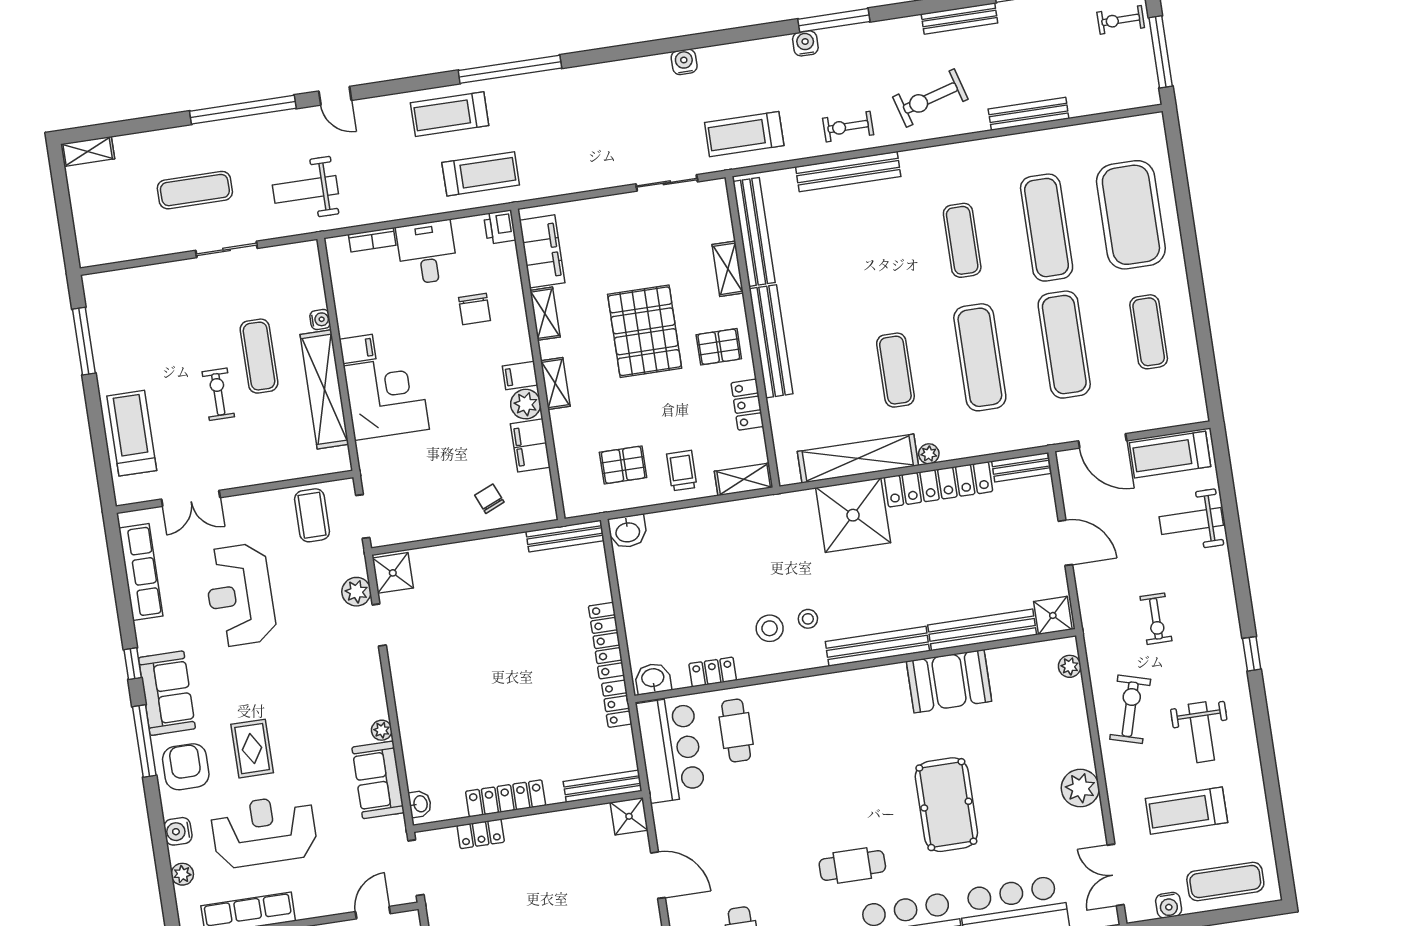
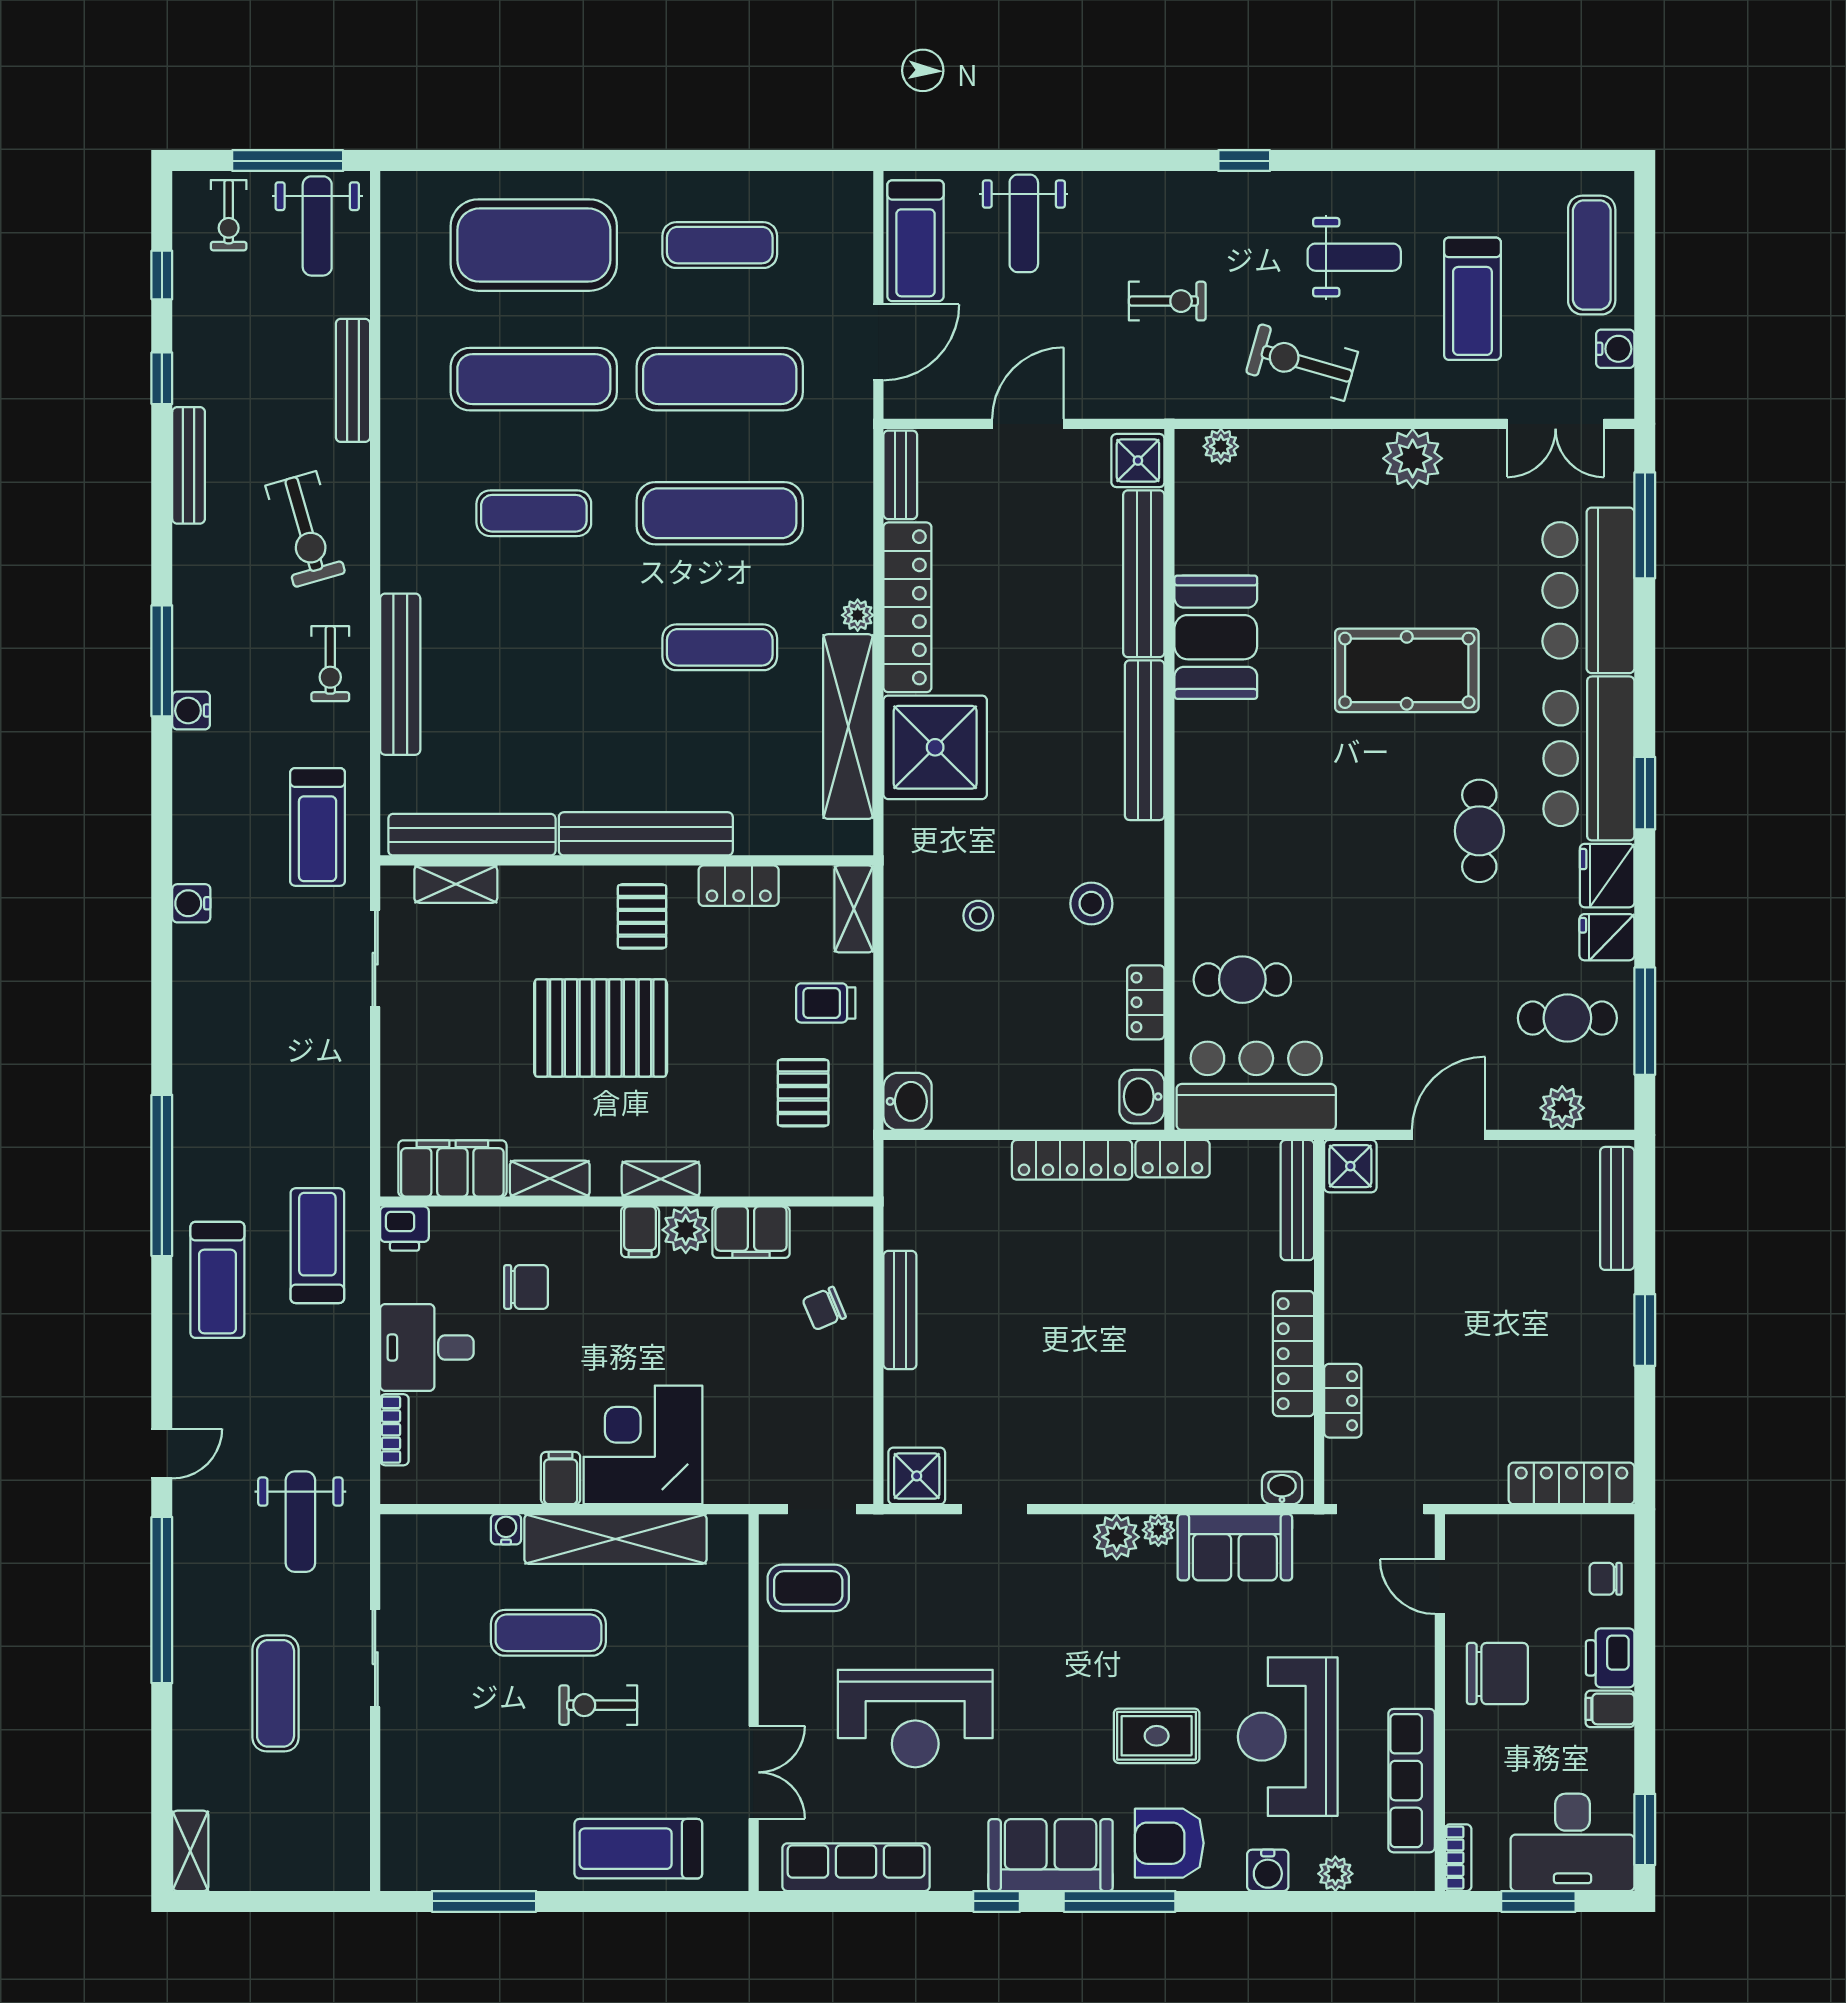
weight bench: (1122, 77) -> (317, 226), added
shelving: (728, 269) -> (456, 884), moved
bench: (565, 536) -> (900, 1310), moved
plant: (356, 592) -> (1117, 1537), moved
stool: (808, 619) -> (978, 916), moved

